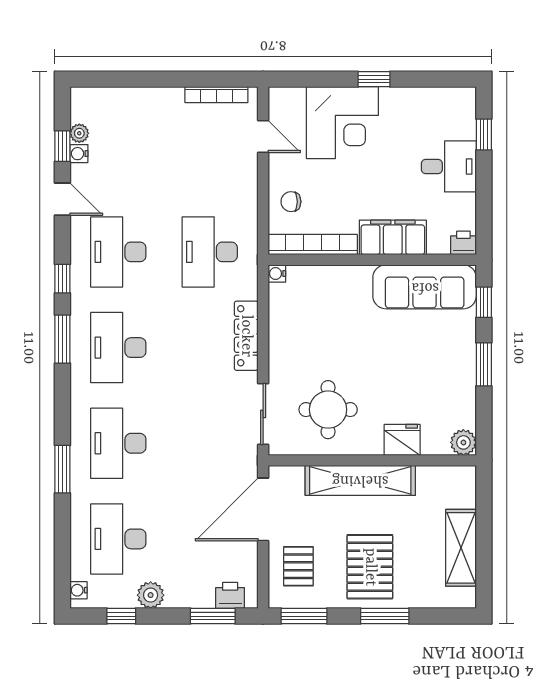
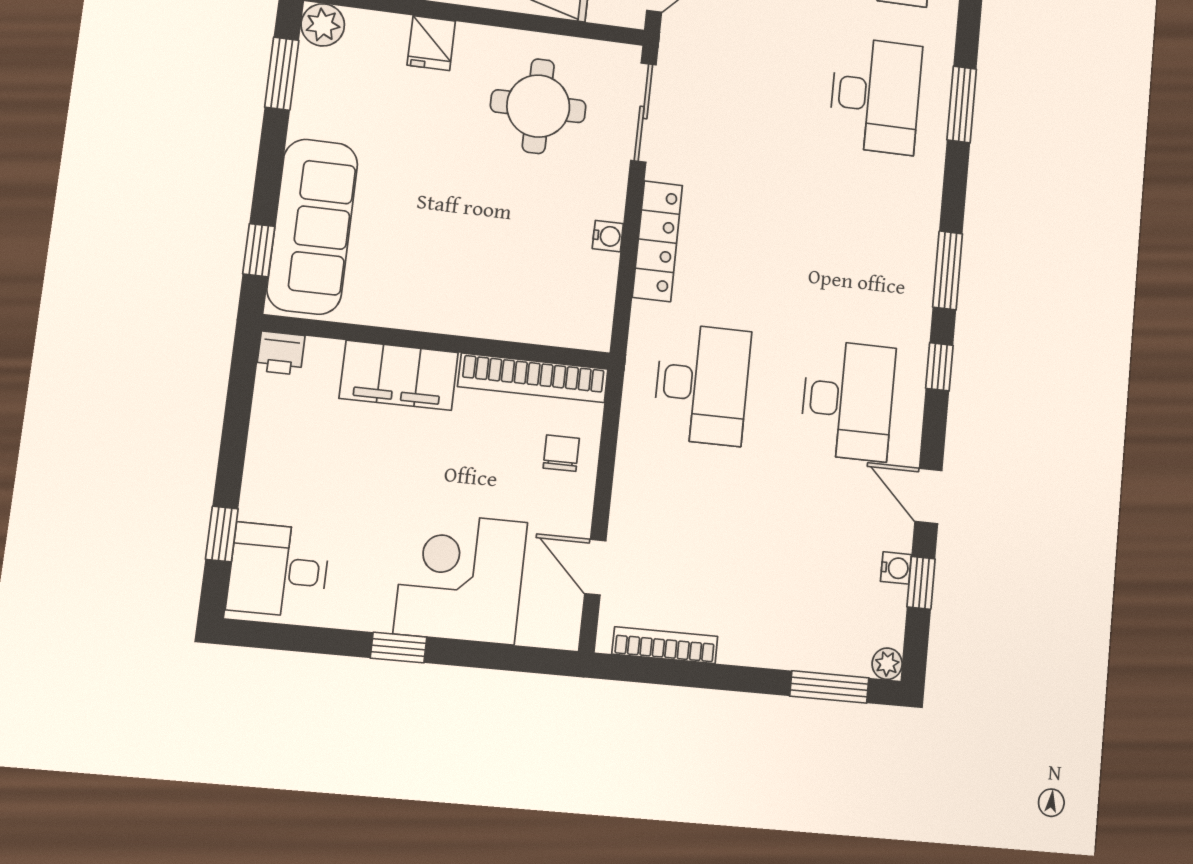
window: (114, 79) -> (829, 687), added
plant: (79, 133) -> (887, 664), moved
desk: (449, 166) -> (278, 570), moved
chair: (291, 202) -> (561, 453), turned -90
water cooler: (277, 274) -> (608, 236), moved
sofa: (425, 287) -> (312, 227), moved, turned 90
desk: (118, 348) -> (862, 246), removed
window: (484, 364) -> (282, 74), moved
fridge: (402, 440) -> (431, 43), width x0.72
window: (62, 469) -> (962, 104), moved

